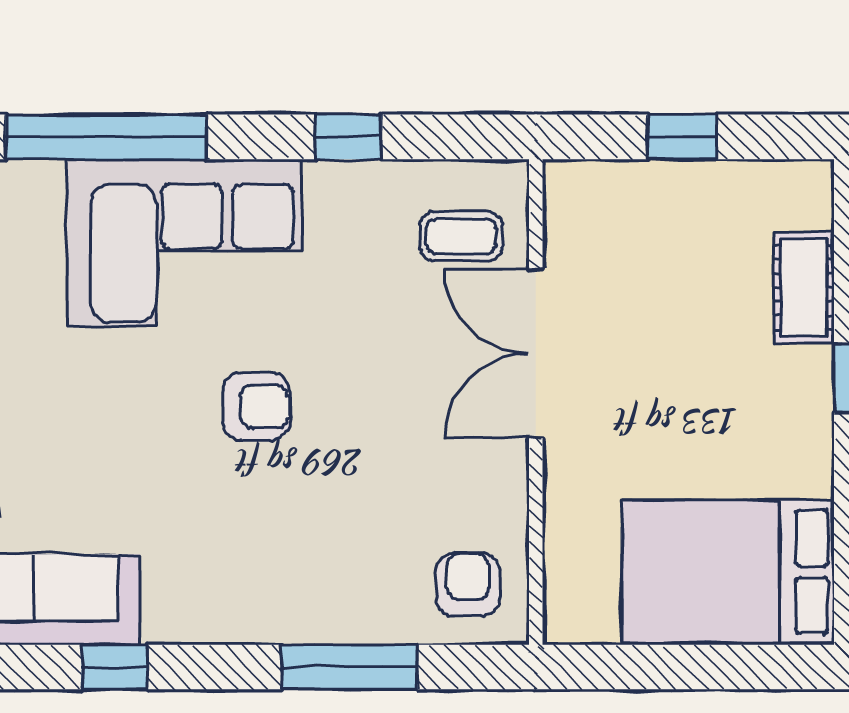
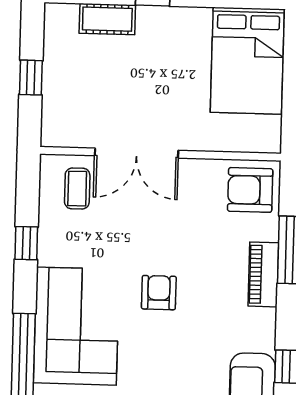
armchair: (468, 585) -> (250, 190), width x1.38, depth x1.38
piano: (299, 616) -> (263, 274), added

